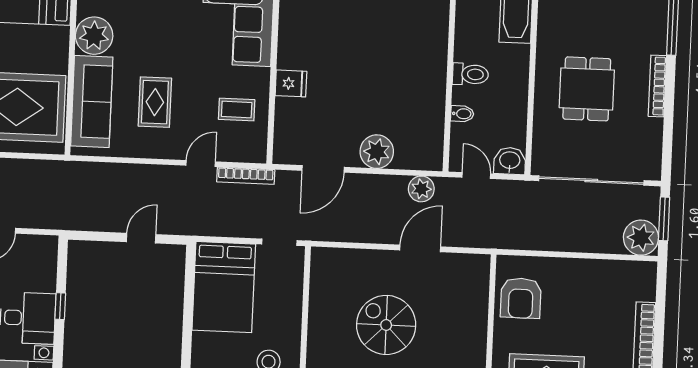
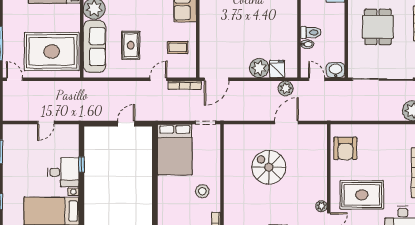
toilet: (470, 74) -> (311, 32), moved
fridge: (291, 83) -> (277, 69), moved, turned -90
door: (323, 169) -> (217, 79), moved

